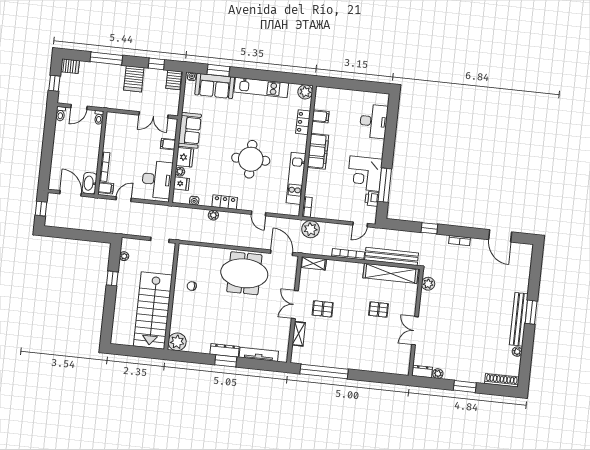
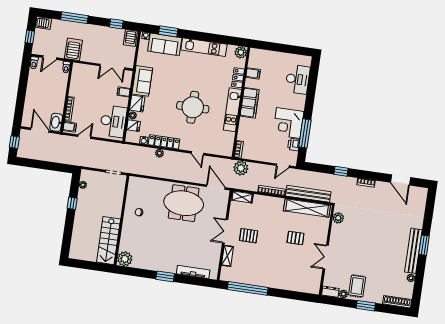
server rack: (134, 79) -> (73, 49), moved, turned 180
kitchen unit: (296, 178) -> (232, 110), moved
locker: (225, 202) -> (164, 142), width x1.53
stairs: (153, 311) -> (109, 241), width x0.73, depth x0.66
dresser: (225, 350) -> (165, 267), removed
rug: (454, 364) -> (357, 286), added

